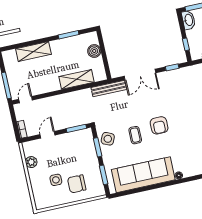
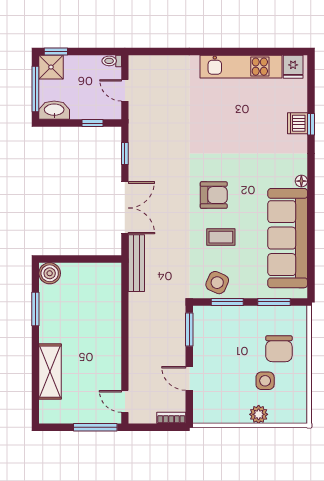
boiler: (94, 51) -> (50, 273), moved
shelving: (77, 79) -> (110, 312), removed
plant: (31, 162) -> (259, 414), moved

